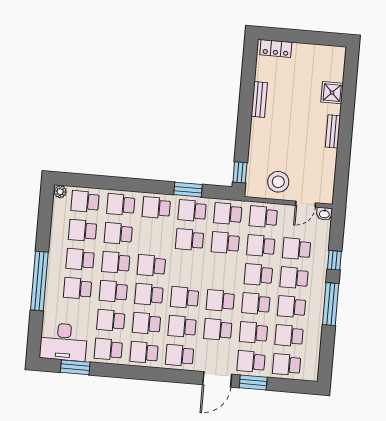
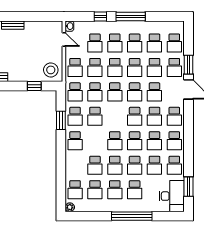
window: (240, 172) -> (34, 86), moved
stool: (278, 182) -> (51, 70), moved
school desk: (121, 205) -> (115, 92), moved

